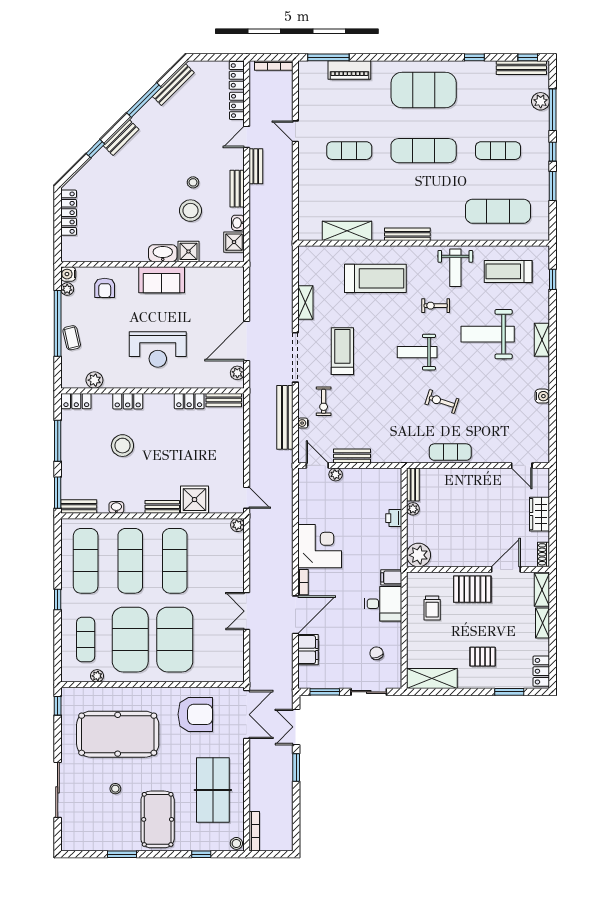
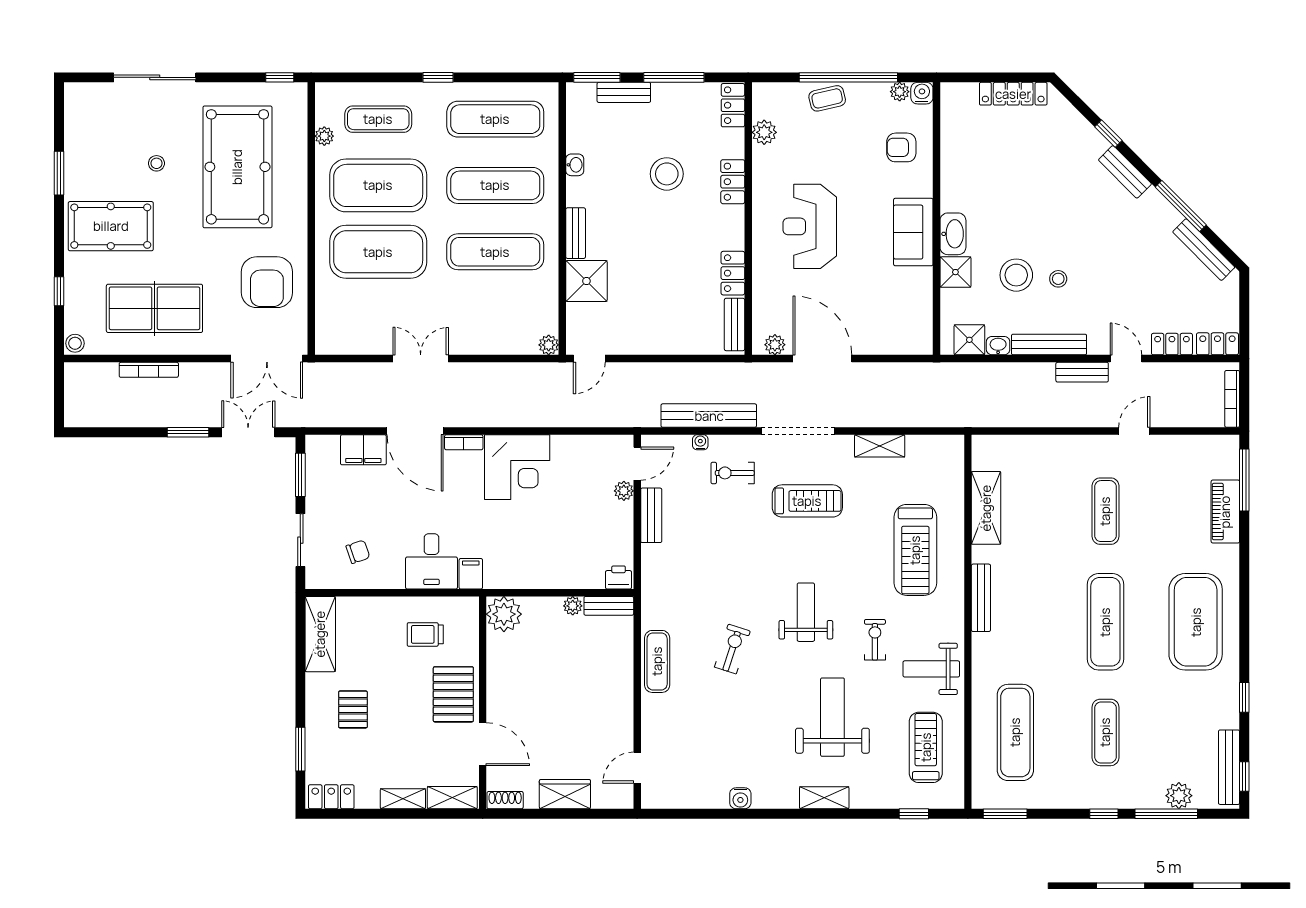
window: (553, 186) -> (1005, 814), moved
bench: (237, 189) -> (1049, 345), width x1.36
bench: (79, 507) -> (624, 92), moved, turned 90
printer: (394, 518) -> (619, 577), moved
bookcase: (254, 831) -> (149, 370), moved

